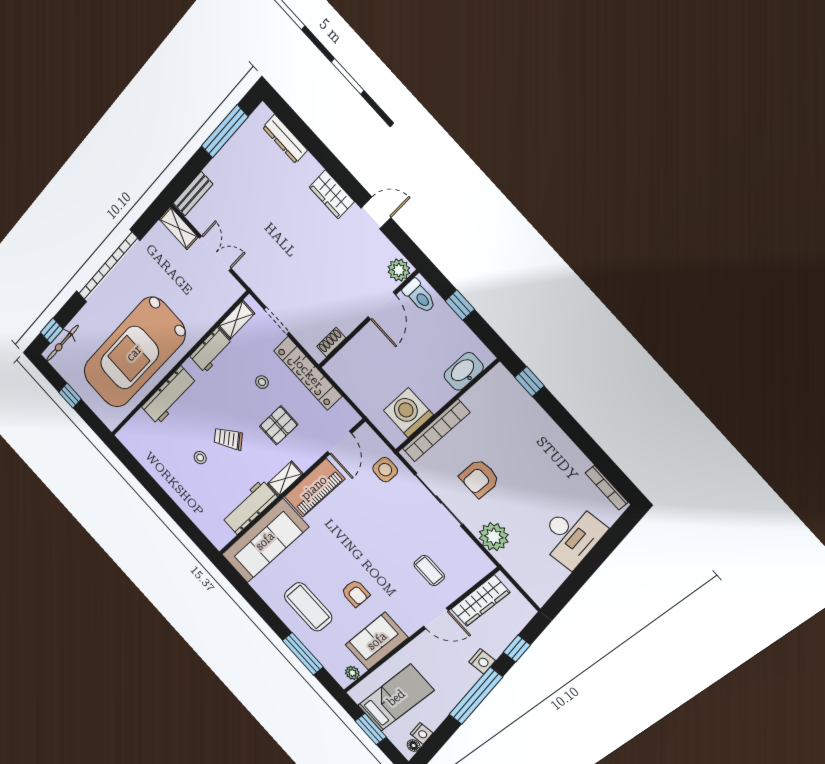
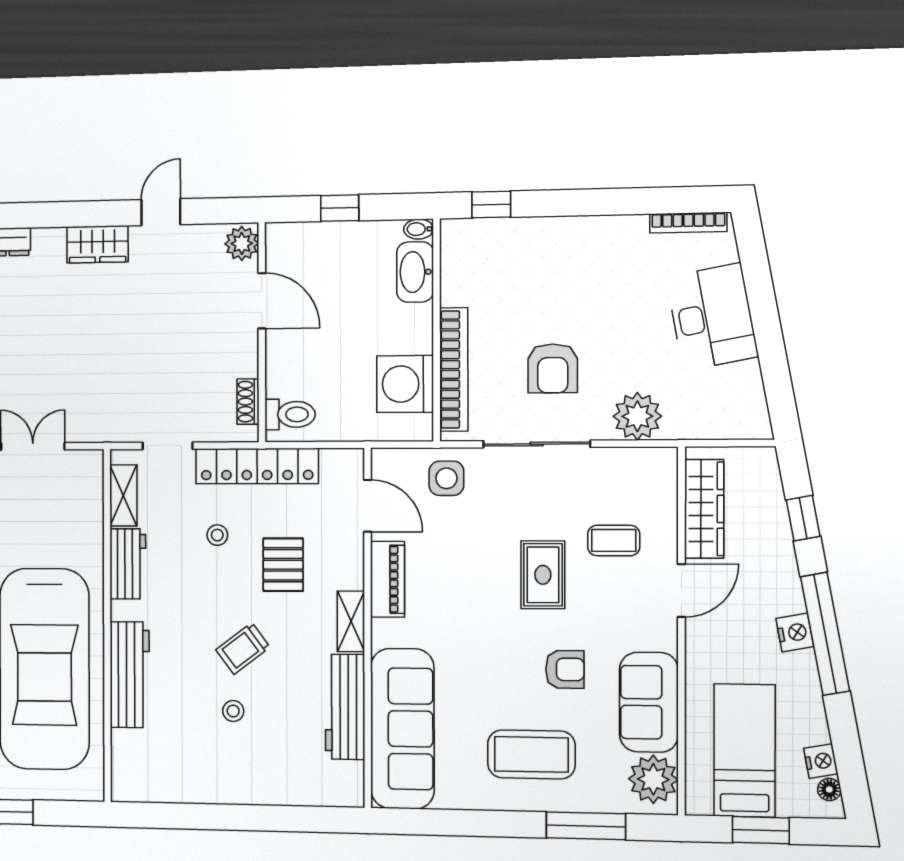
toilet: (419, 296) -> (290, 414), moved
bidet: (485, 355) -> (419, 229), added
piano: (314, 488) -> (388, 579), width x0.73, depth x0.75
rug: (385, 550) -> (543, 575), added
nightstand: (482, 661) -> (795, 633), moved
plant: (352, 673) -> (653, 779), width x1.87, depth x1.87

